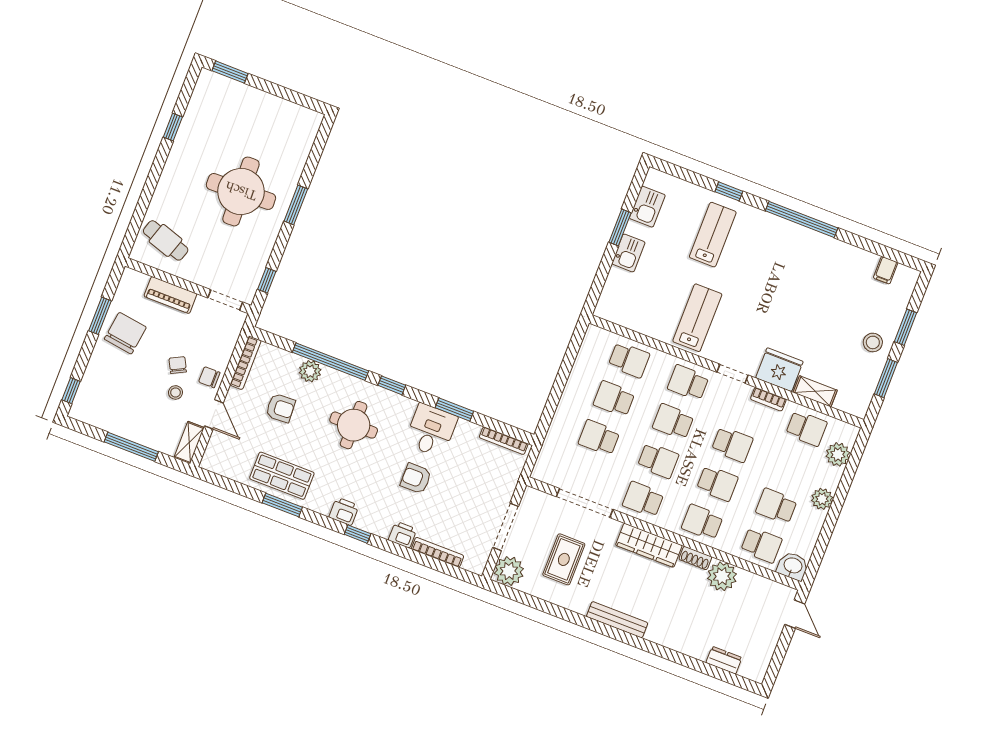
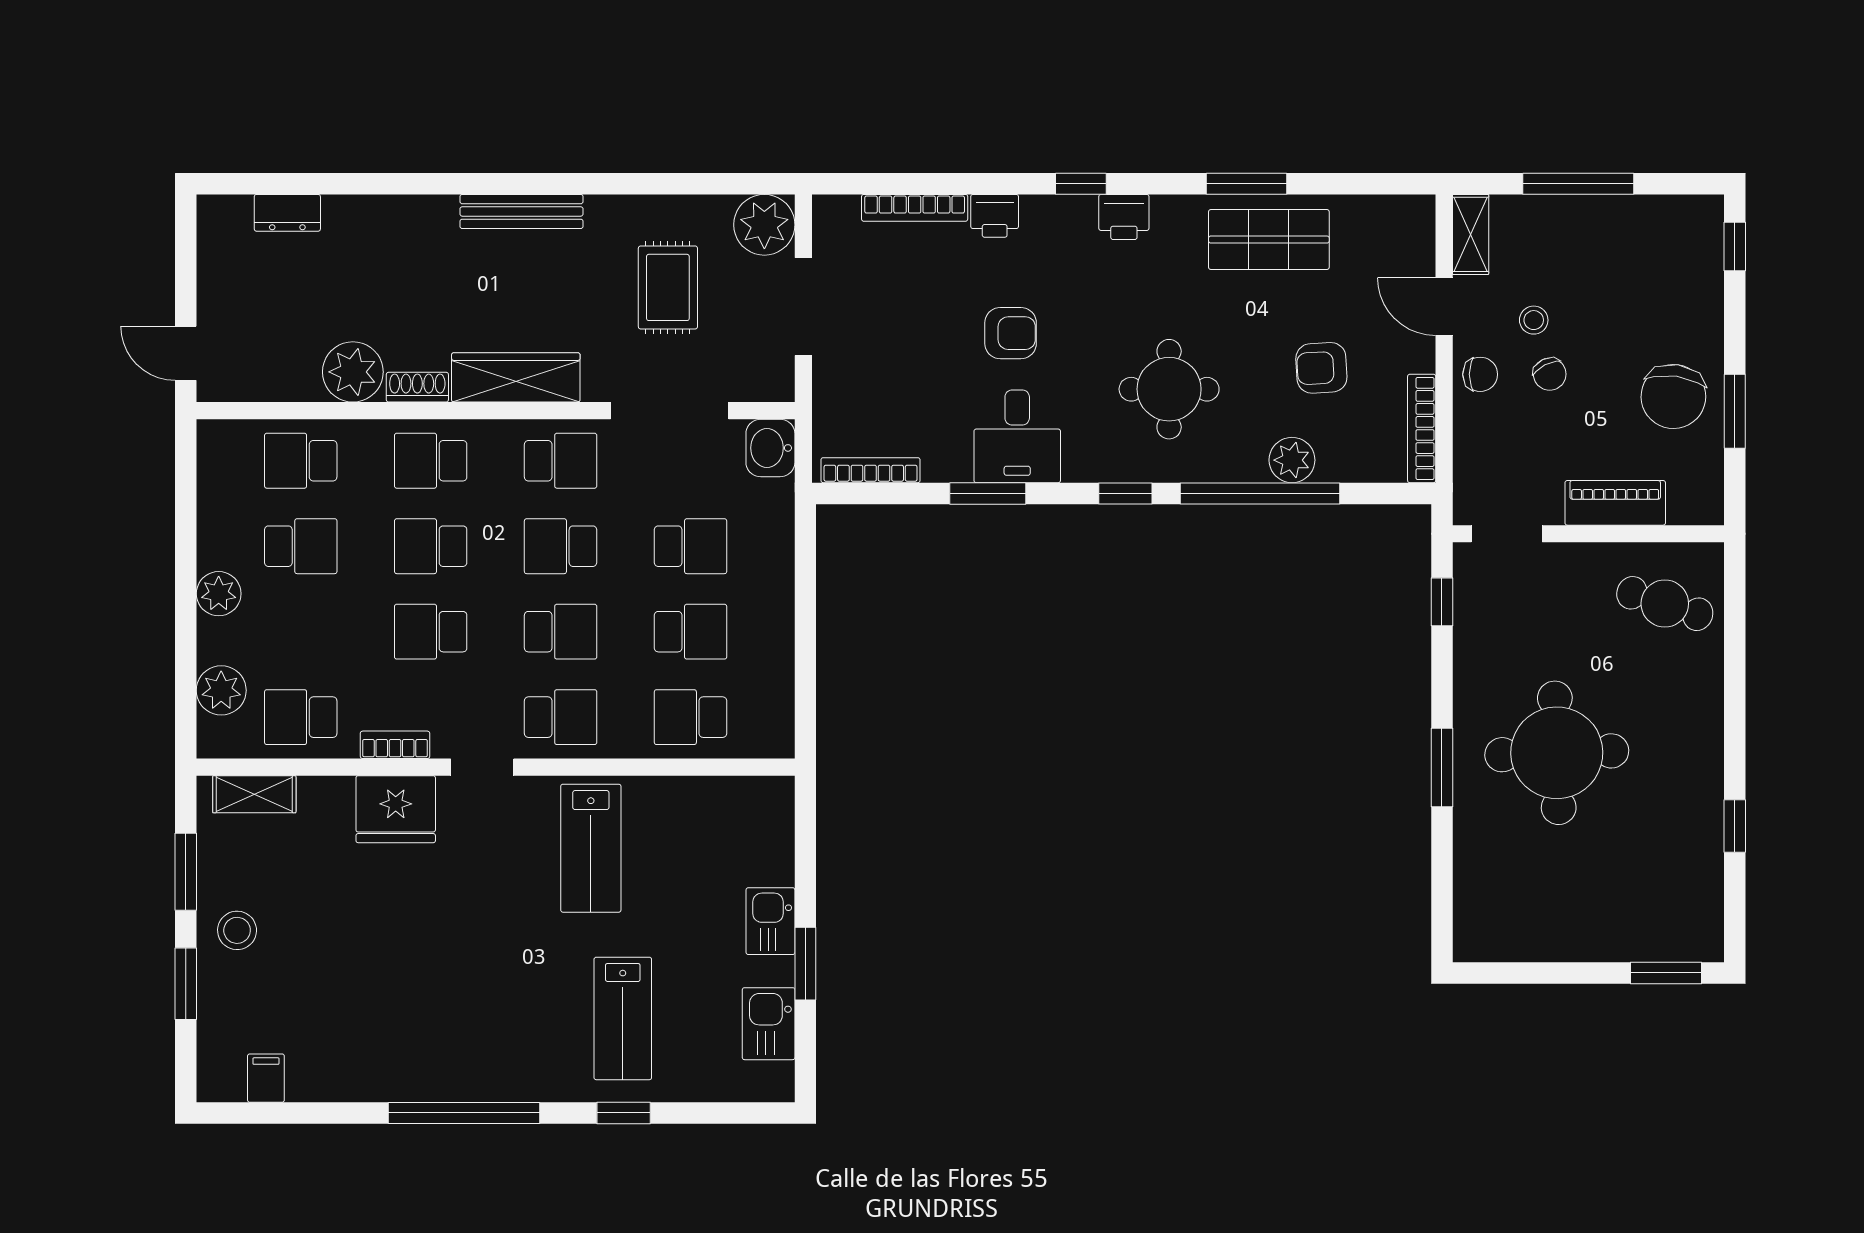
shelving: (815, 391) -> (254, 794), moved
school desk: (702, 522) -> (431, 461), turned 180
washbasin: (793, 566) -> (770, 448), moved, turned 90

